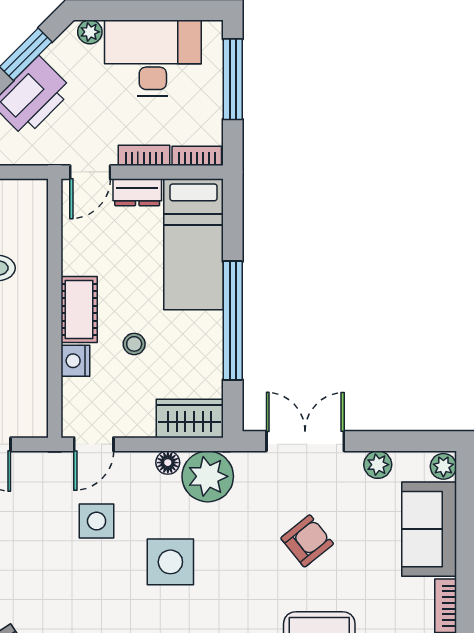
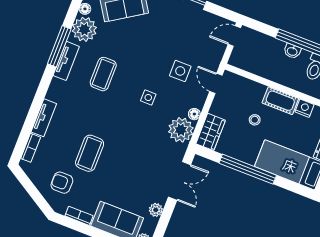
nightstand: (75, 361) -> (304, 108), moved
armchair: (307, 541) -> (133, 164), removed
side table: (170, 562) -> (148, 98), width x0.54, depth x0.54

